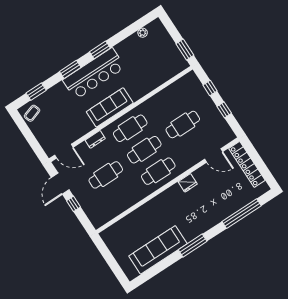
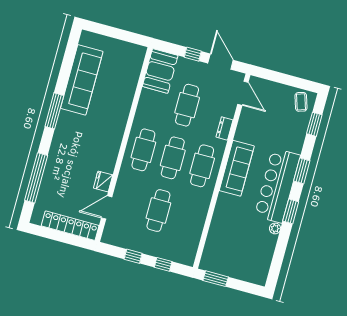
plant: (143, 33) -> (275, 228), moved
door: (64, 151) -> (243, 93), swing flipped
fridge: (188, 183) -> (103, 182), moved
booth: (104, 212) -> (160, 71), added

